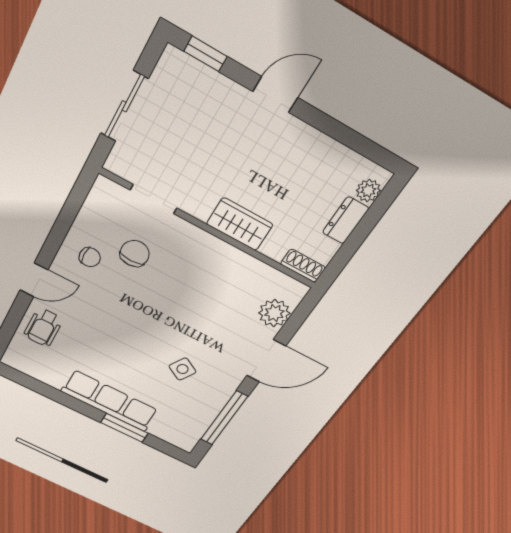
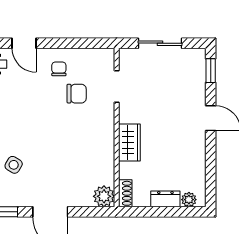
chair: (90, 257) -> (59, 69), turned 180
plant: (274, 313) -> (104, 196), moved

